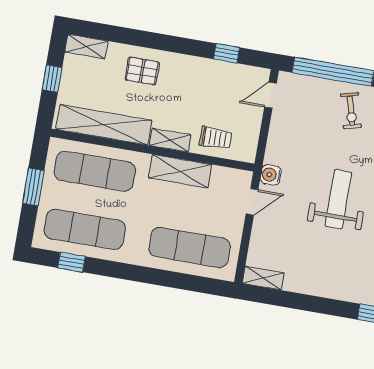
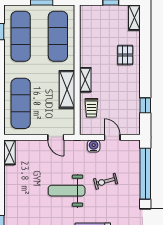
door: (270, 95) -> (112, 137), moved
exercise bike: (351, 111) -> (106, 181), moved
shelving: (104, 125) -> (88, 37), removed
water cooler: (271, 175) -> (94, 146), moved
weight bench: (338, 199) -> (67, 191), turned 180

